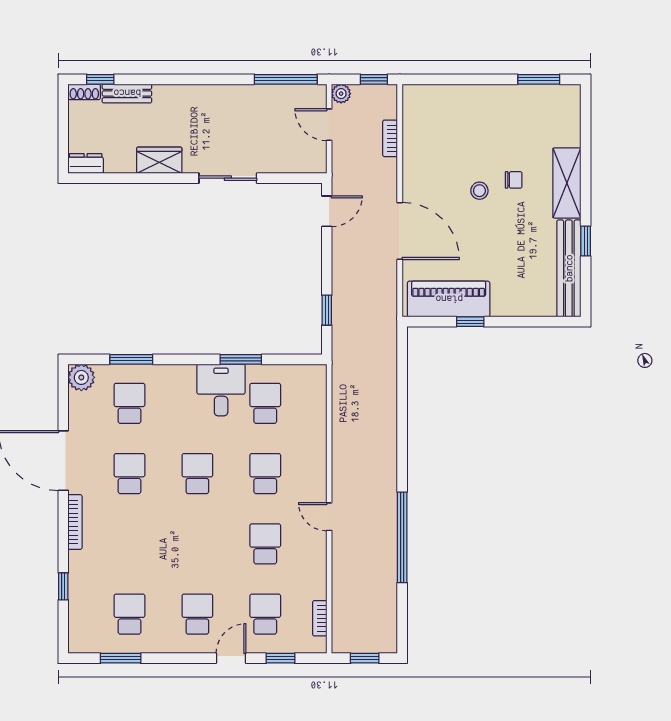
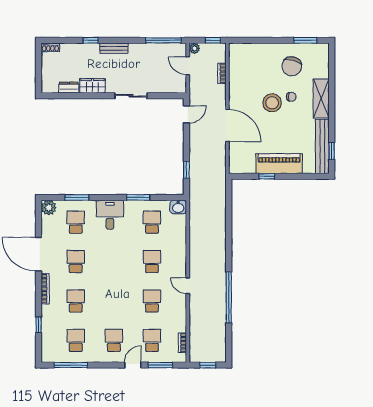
window: (100, 79) -> (91, 40), moved
bench: (127, 93) -> (114, 48), moved
chair: (515, 126) -> (292, 66), added
dresser: (86, 163) -> (69, 88), moved
stool: (479, 191) -> (272, 103), width x1.89, depth x1.89
window: (586, 241) -> (332, 151), moved
piano: (449, 299) -> (279, 164), moved
washbasin: (312, 376) -> (178, 207), added
desk: (221, 390) -> (110, 215), moved
school desk: (197, 474) -> (76, 301), moved
window: (121, 658) -> (71, 365), width x1.44
window: (280, 658) -> (160, 365), width x1.50

